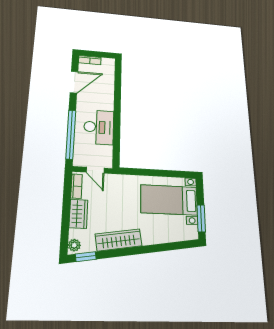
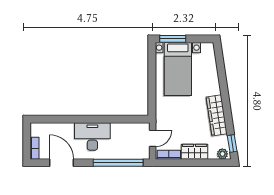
desk: (99, 127) -> (92, 137), moved
window: (201, 218) -> (173, 39), moved

